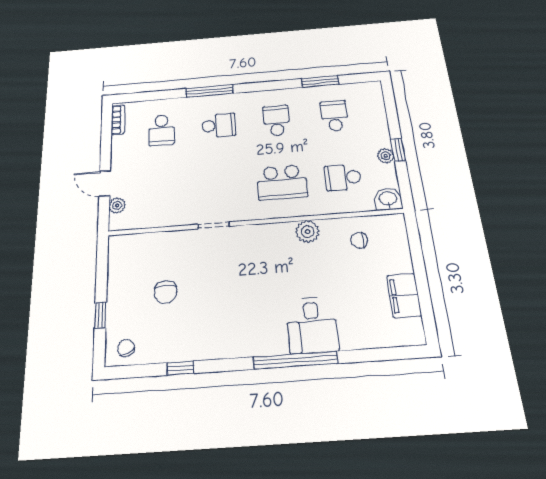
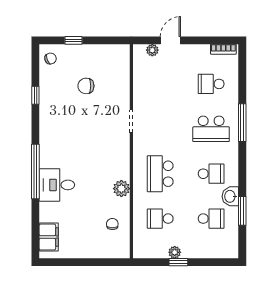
school desk: (219, 125) -> (211, 129), width x1.85
school desk: (343, 178) -> (160, 219), turned -90
washbasin: (388, 199) -> (230, 196), moved, turned 180
filing cabinet: (404, 296) -> (49, 237), moved, turned 90

